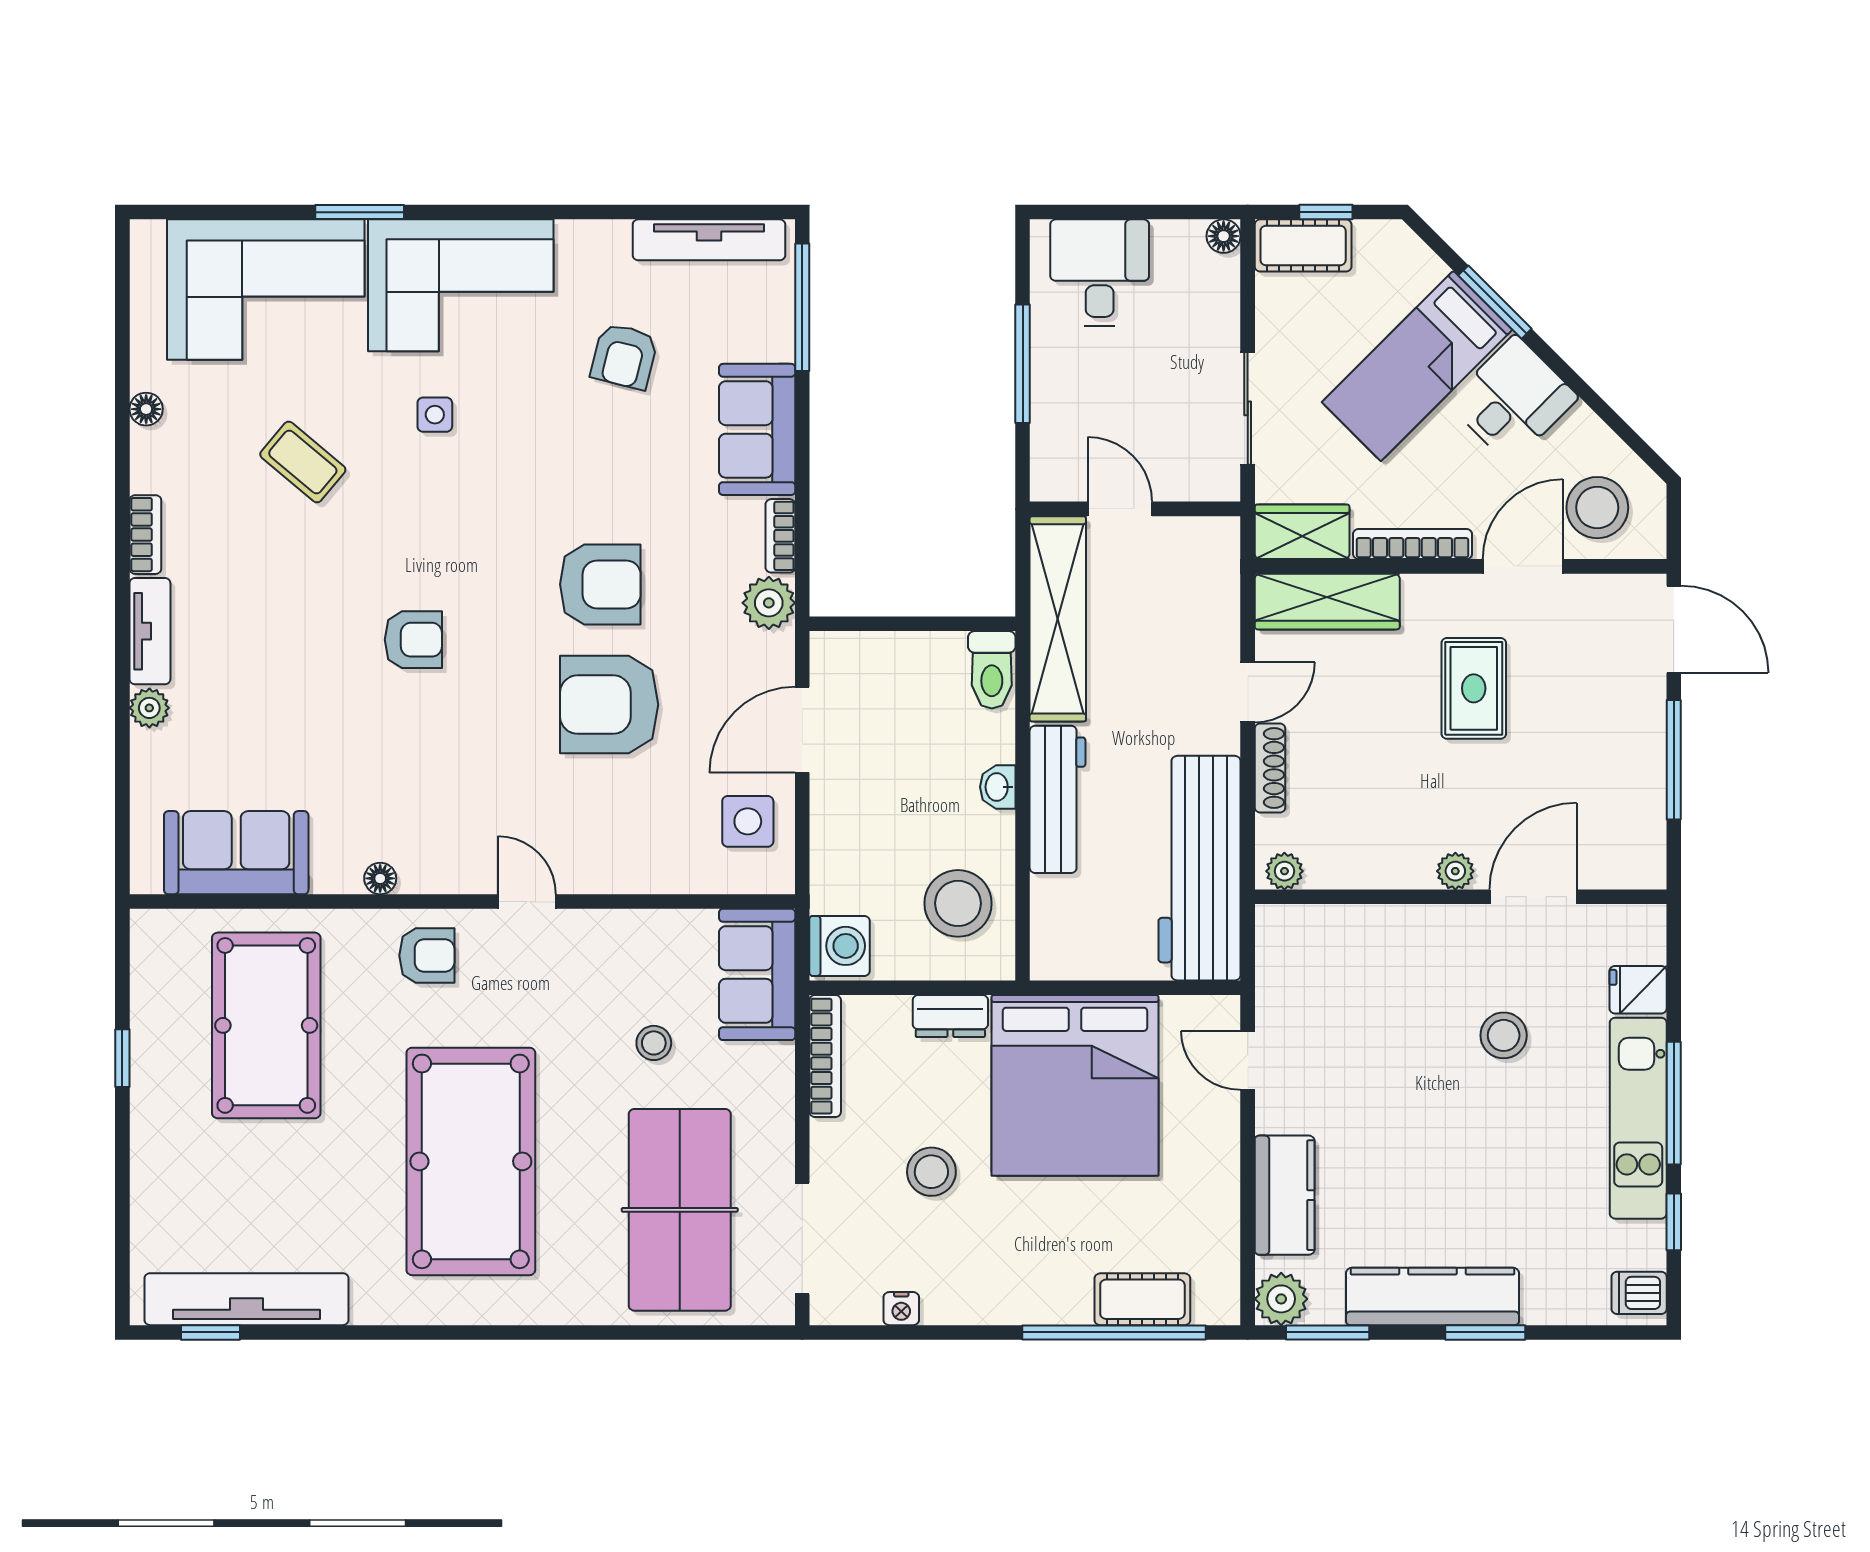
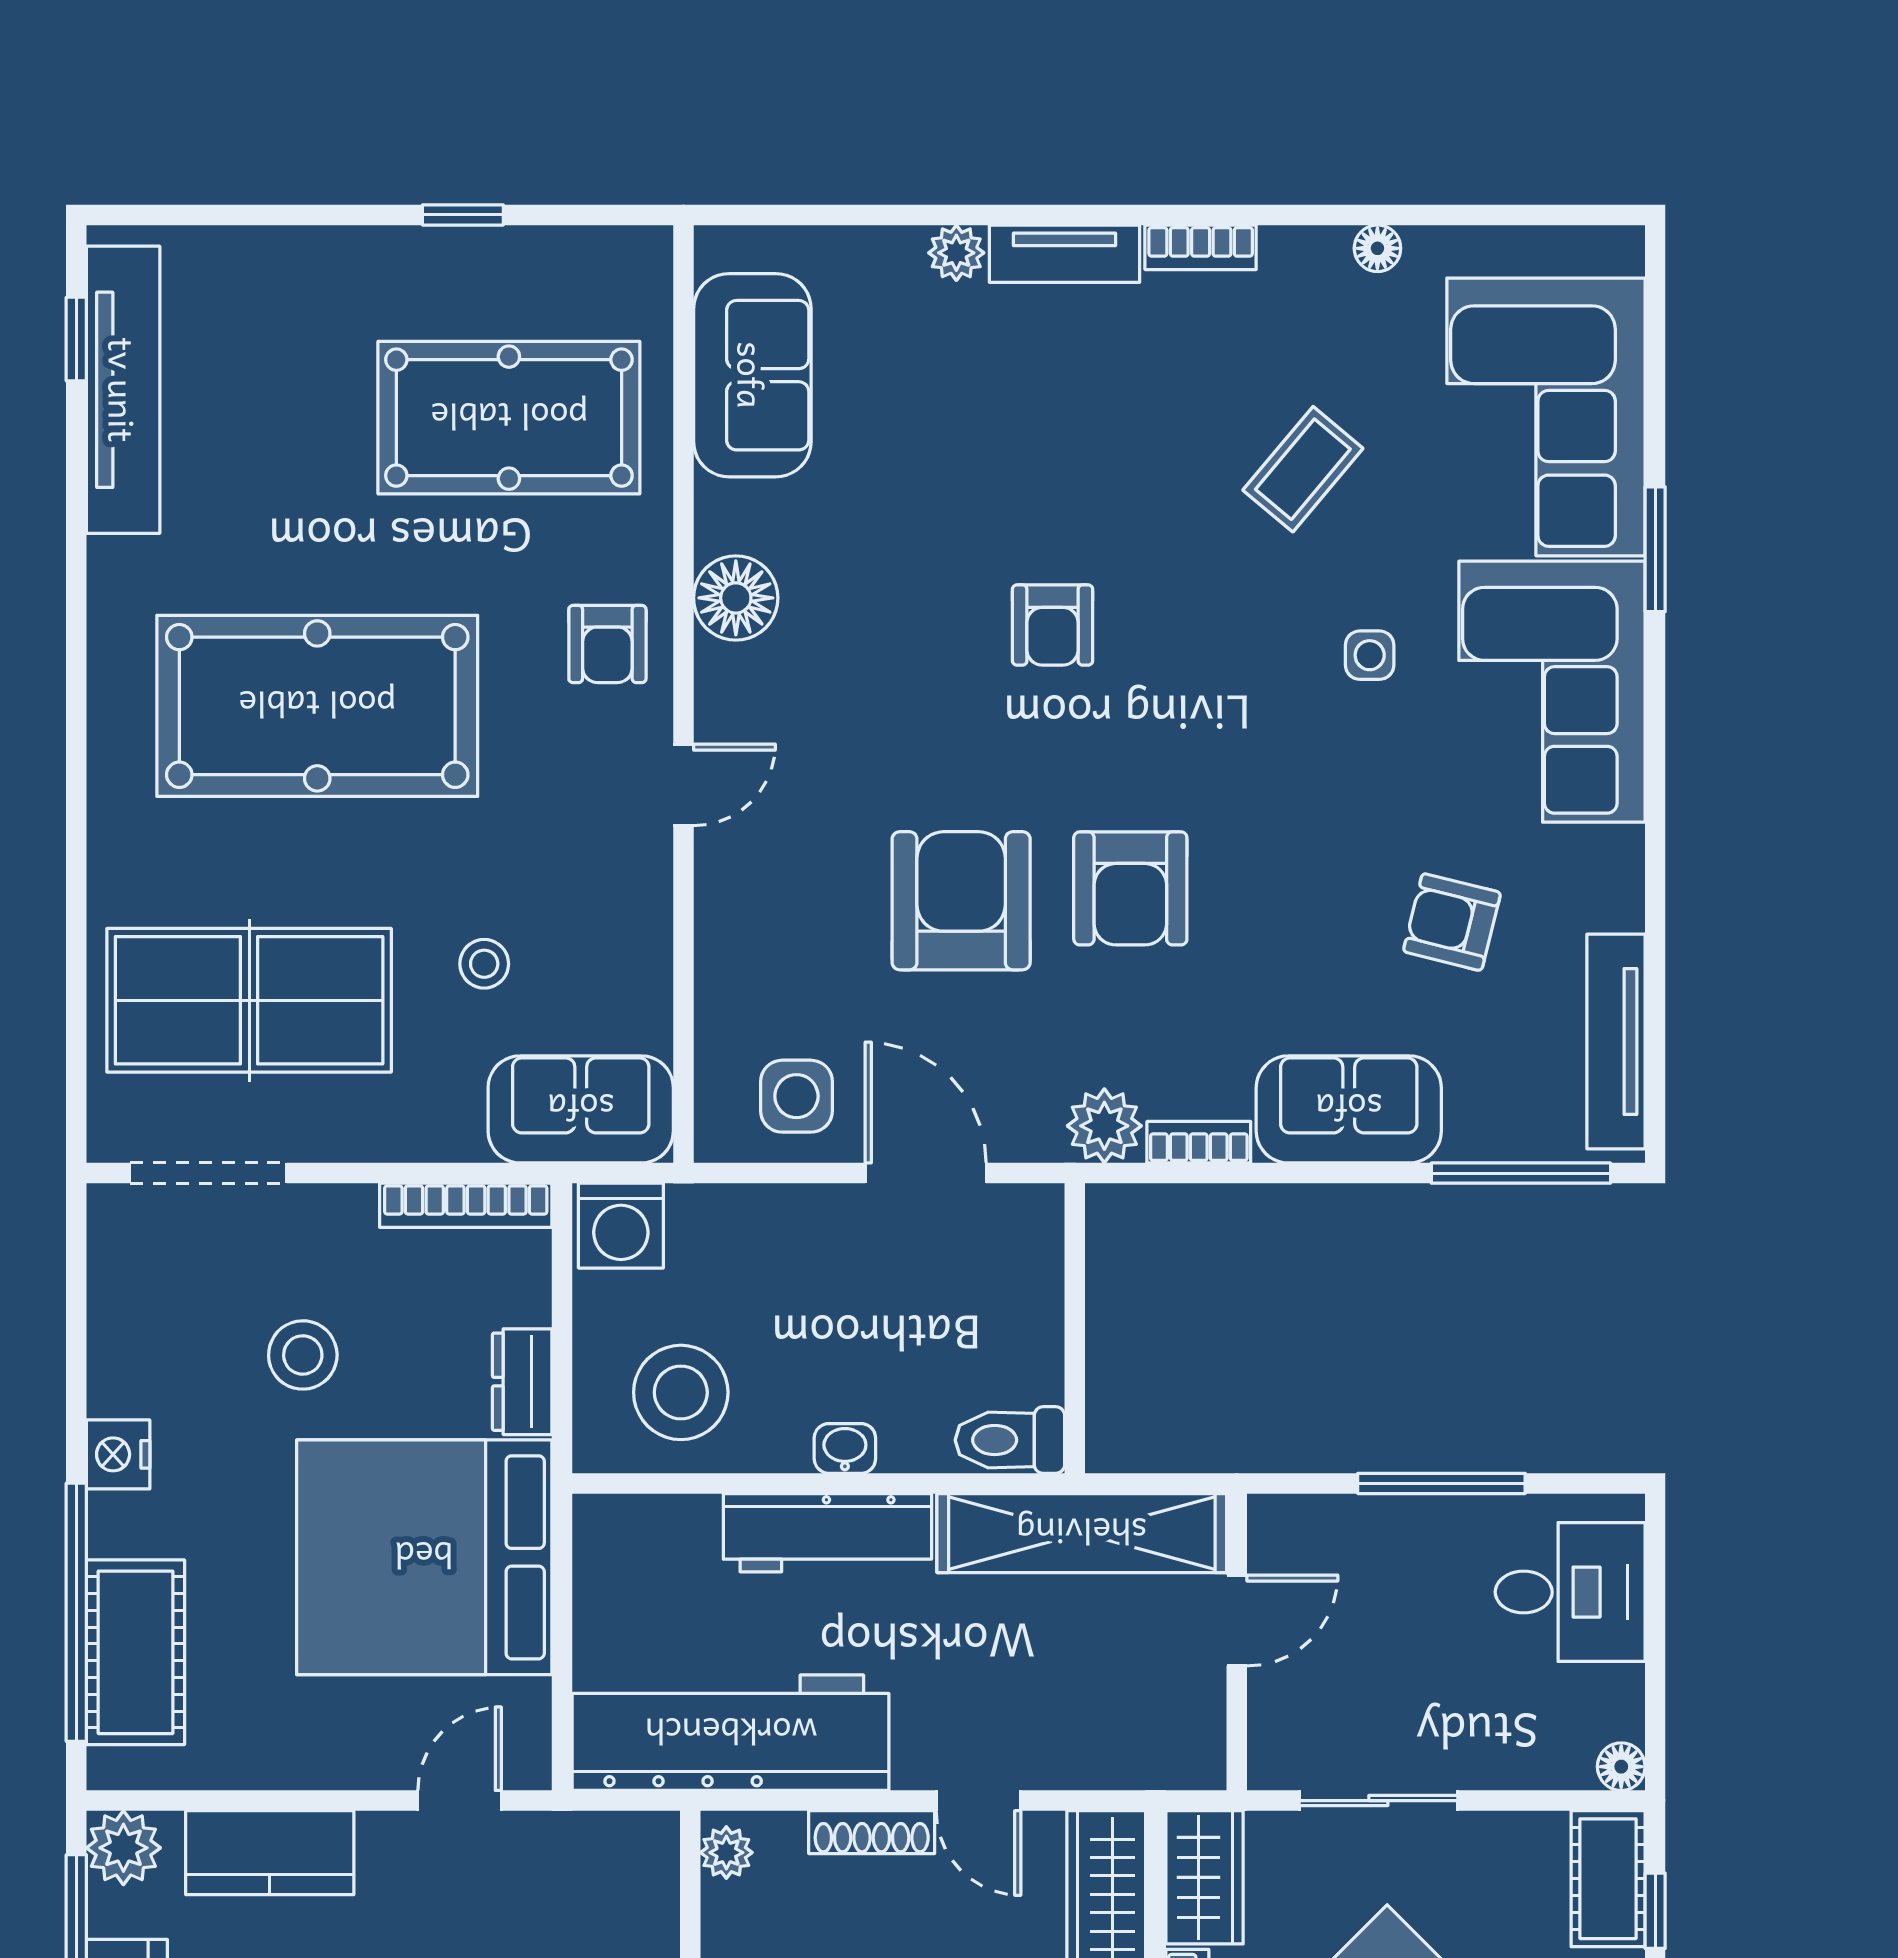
floor lamp: (380, 878) -> (736, 598), width x1.89, depth x1.89
cot: (1142, 1299) -> (135, 1652), width x1.37, depth x1.34
nightstand: (901, 1309) -> (118, 1454), moved, width x1.39, depth x1.35

